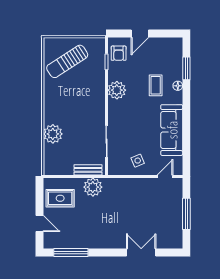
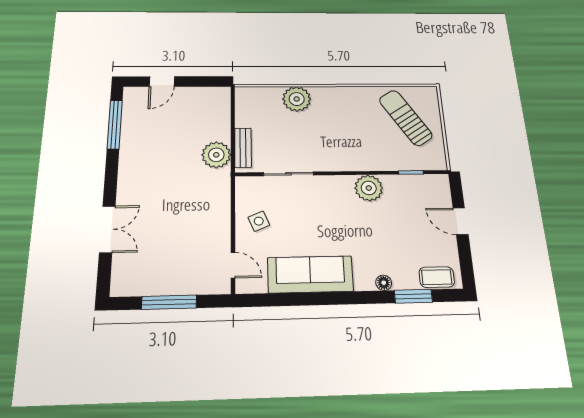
armchair: (119, 53) -> (426, 190), removed
coffee table: (156, 85) -> (437, 277), moved
rug: (60, 198) -> (200, 109), removed

